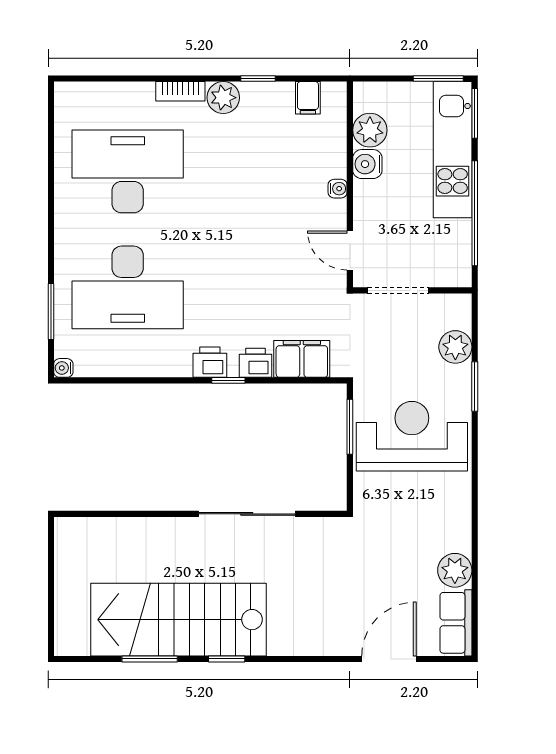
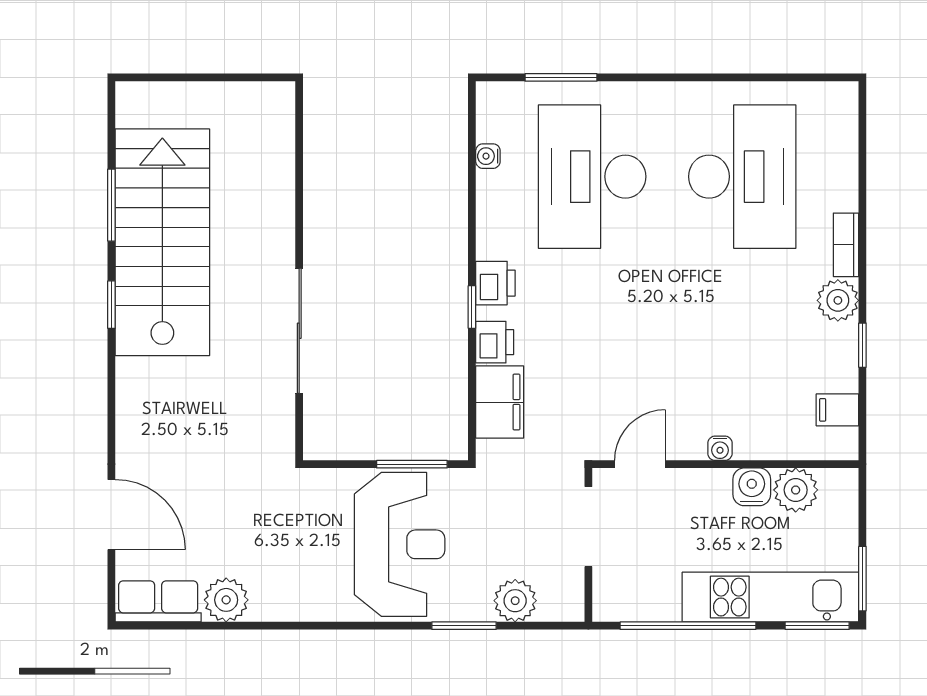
water cooler: (63, 368) -> (488, 156), moved, turned -90

